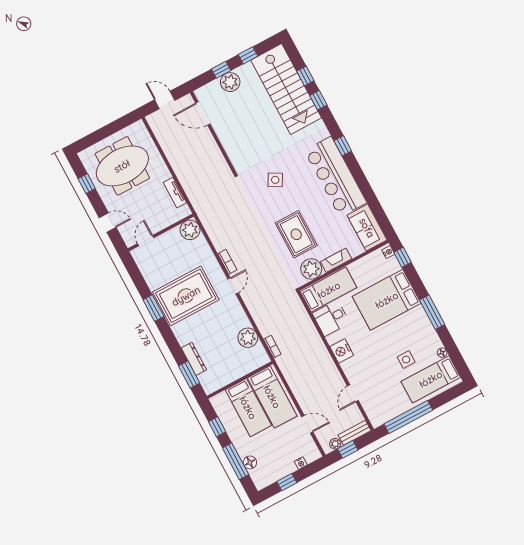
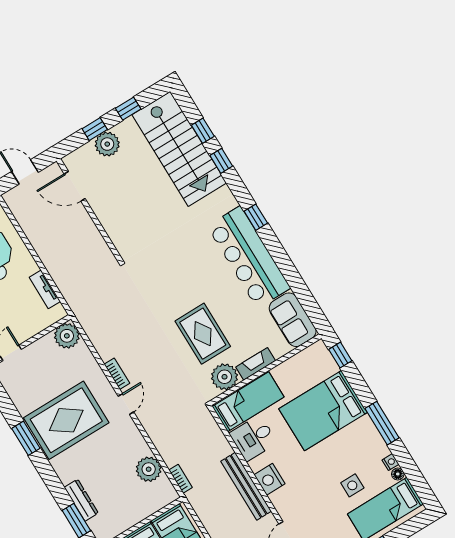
side table: (275, 180) -> (172, 266), removed
nightstand: (388, 252) -> (390, 462), moved
bench: (323, 355) -> (246, 486), added

